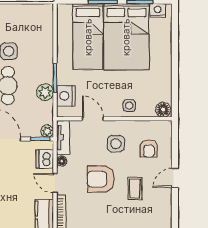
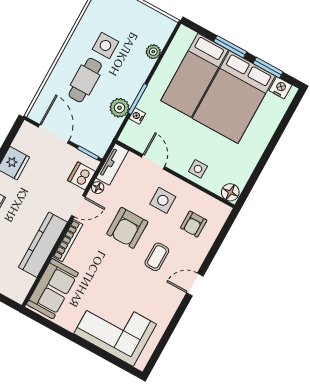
nightstand: (66, 96) -> (137, 116), width x0.53, depth x0.56
plant: (47, 131) -> (153, 52), moved
door: (175, 178) -> (195, 285), moved
armchair: (101, 179) -> (127, 228), turned -90
door: (55, 183) -> (78, 206), swing flipped

